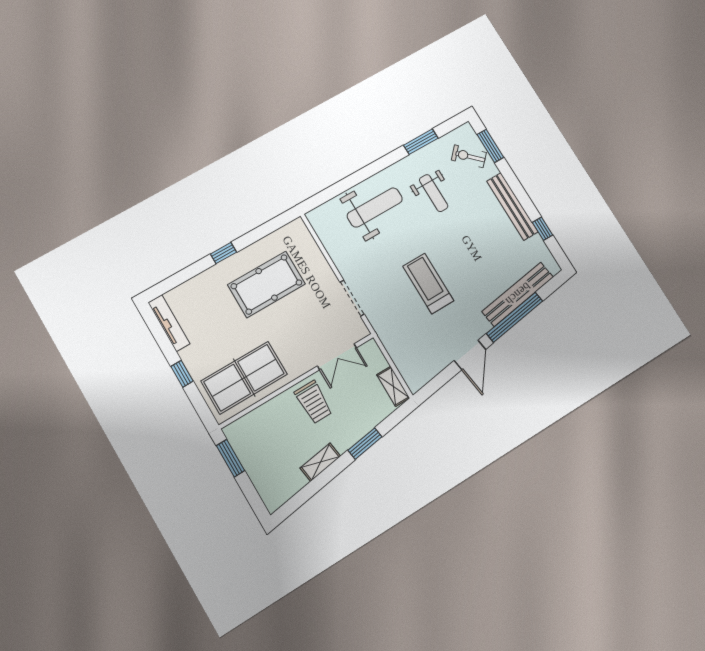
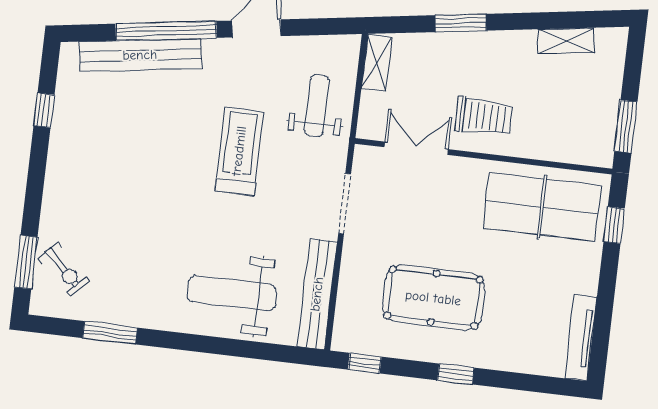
weight bench: (434, 193) -> (317, 106), moved
bench: (512, 206) -> (317, 294), moved
window: (277, 223) -> (365, 363), added
treadmill: (428, 283) -> (239, 151), turned 180
window: (182, 374) -> (614, 225), moved
trolley: (314, 402) -> (483, 117), turned 90
shelving: (320, 462) -> (566, 41), moved

